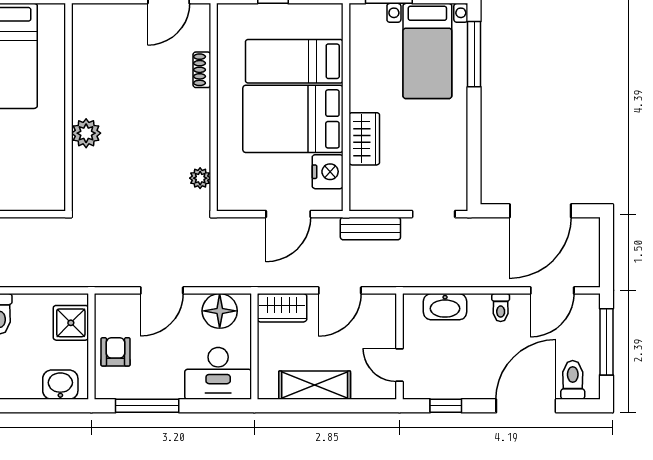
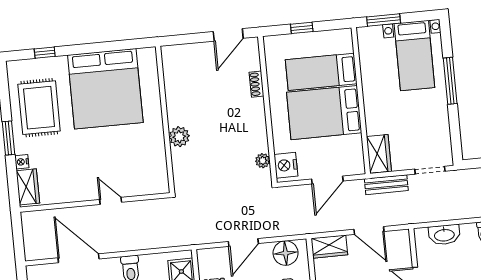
window: (474, 54) -> (450, 81), moved
wardrobe: (364, 139) -> (379, 154), moved
nightstand: (328, 172) -> (286, 165), moved, turned 180
door: (340, 290) -> (369, 230), hinge flipped

